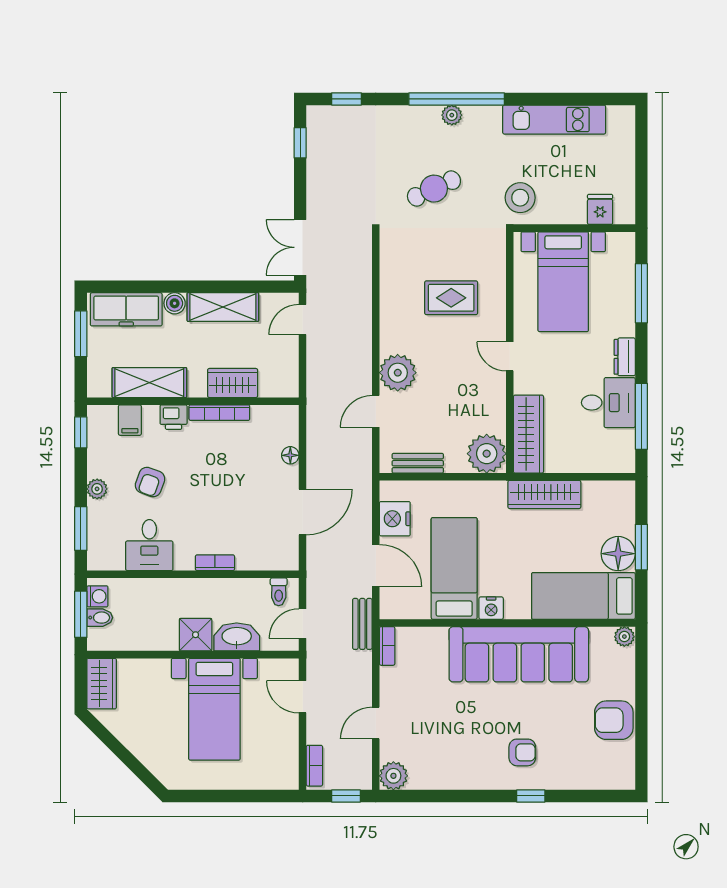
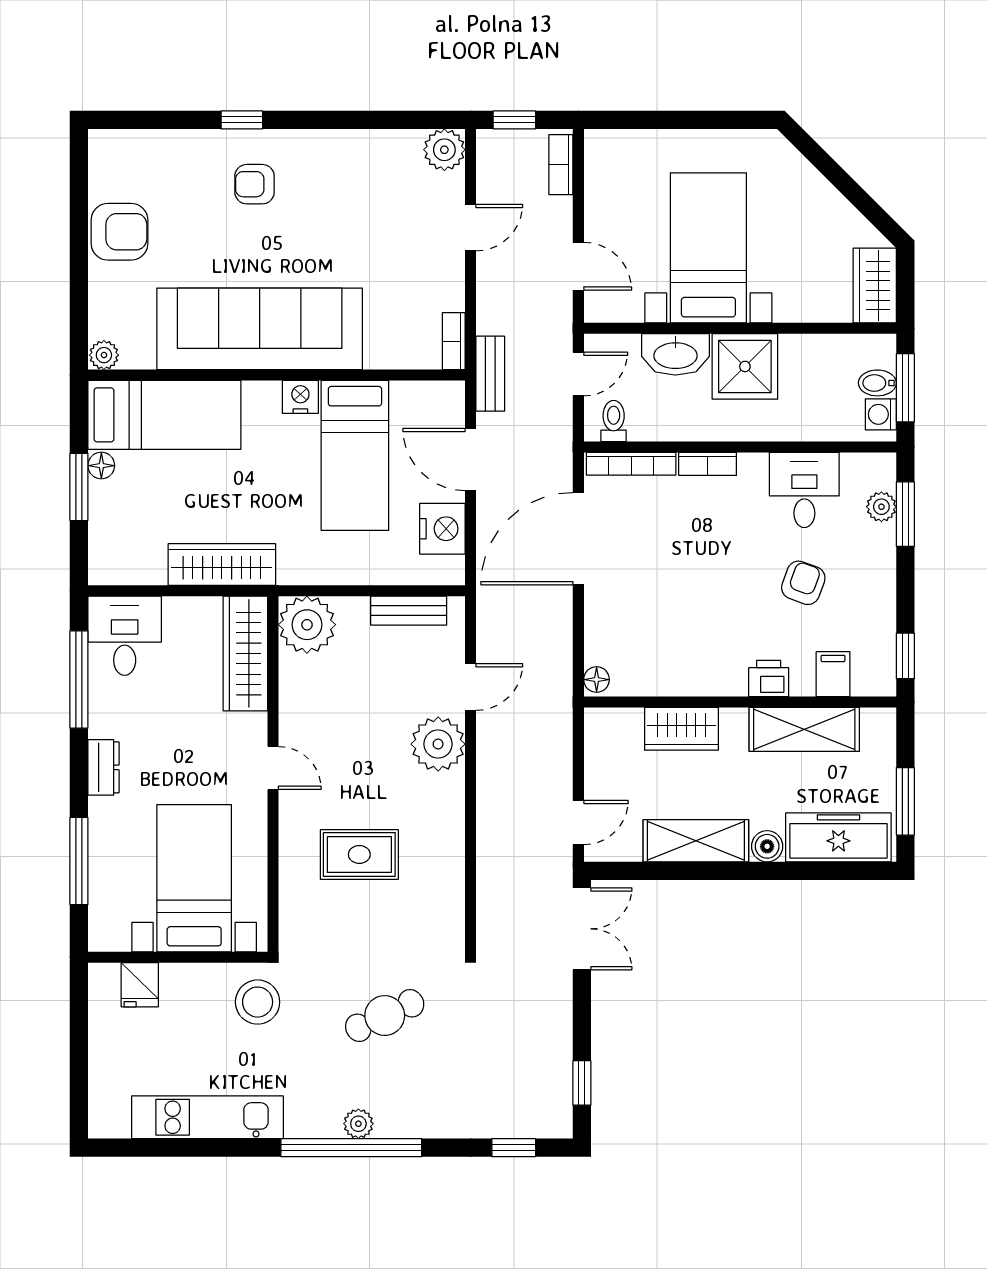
desk: (608, 403) -> (125, 636), moved, turned 90
bookcase: (219, 413) -> (631, 464), moved, turned 180
floor lamp: (290, 455) -> (597, 680), moved
plant: (97, 489) -> (881, 507), moved
door: (303, 512) -> (578, 539), width x1.36
floor lamp: (618, 554) -> (101, 466), width x0.53, depth x0.53
shower: (196, 635) -> (745, 366), width x1.36, depth x1.36

